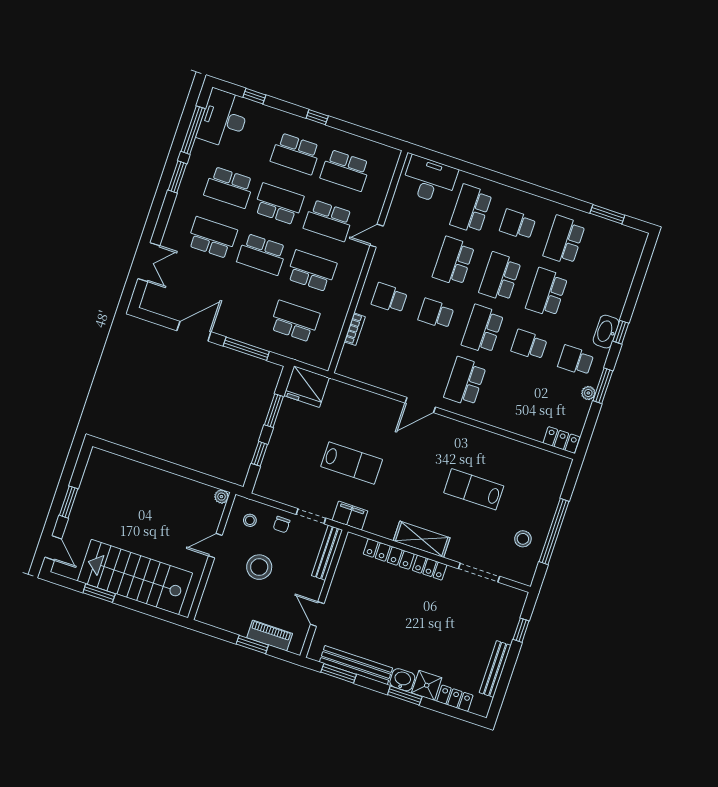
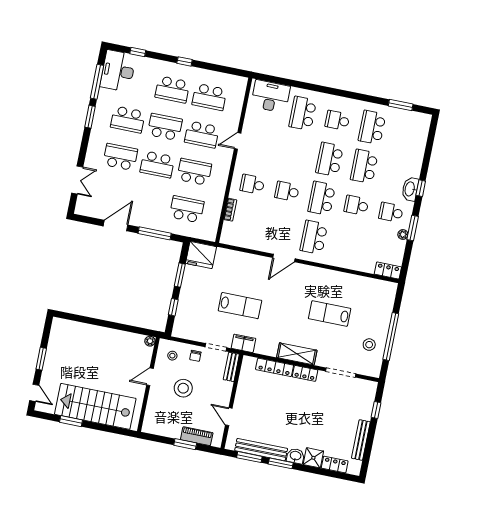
school desk: (454, 261) -> (295, 152), removed
bench: (327, 553) -> (231, 367), width x0.73
window: (405, 696) -> (281, 463), moved

